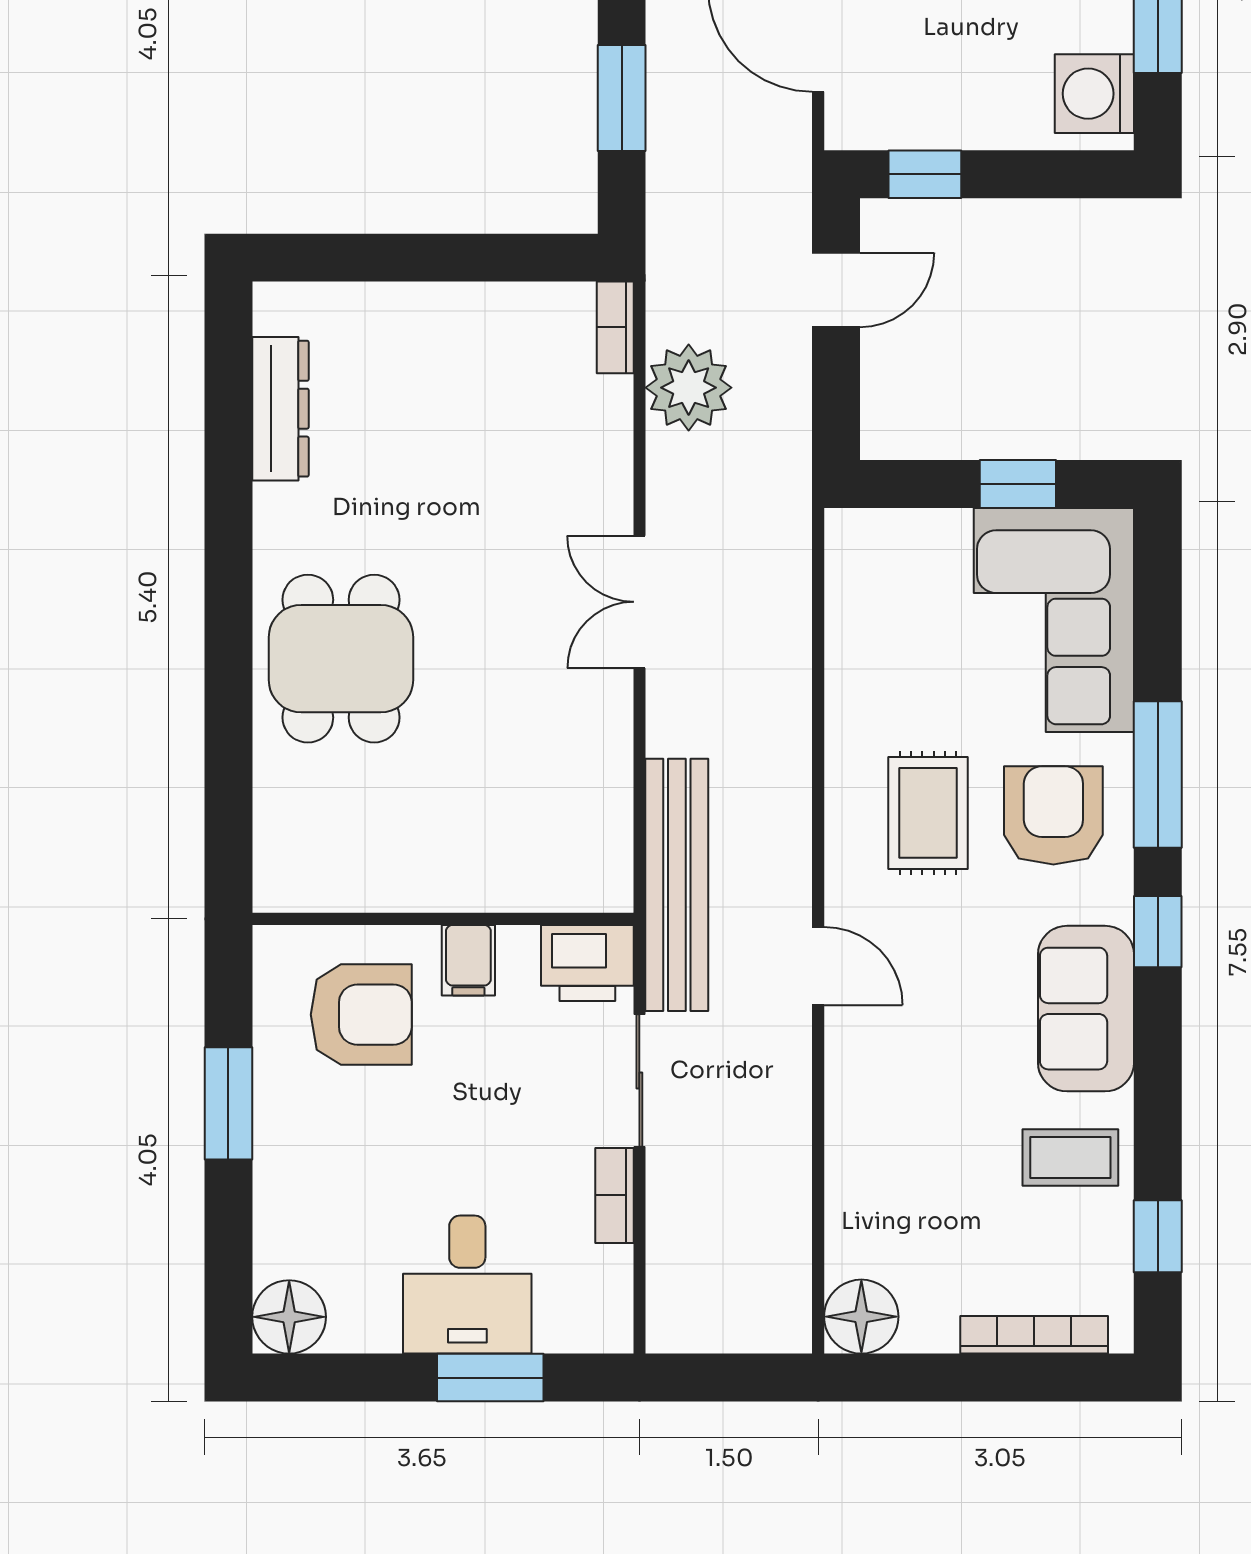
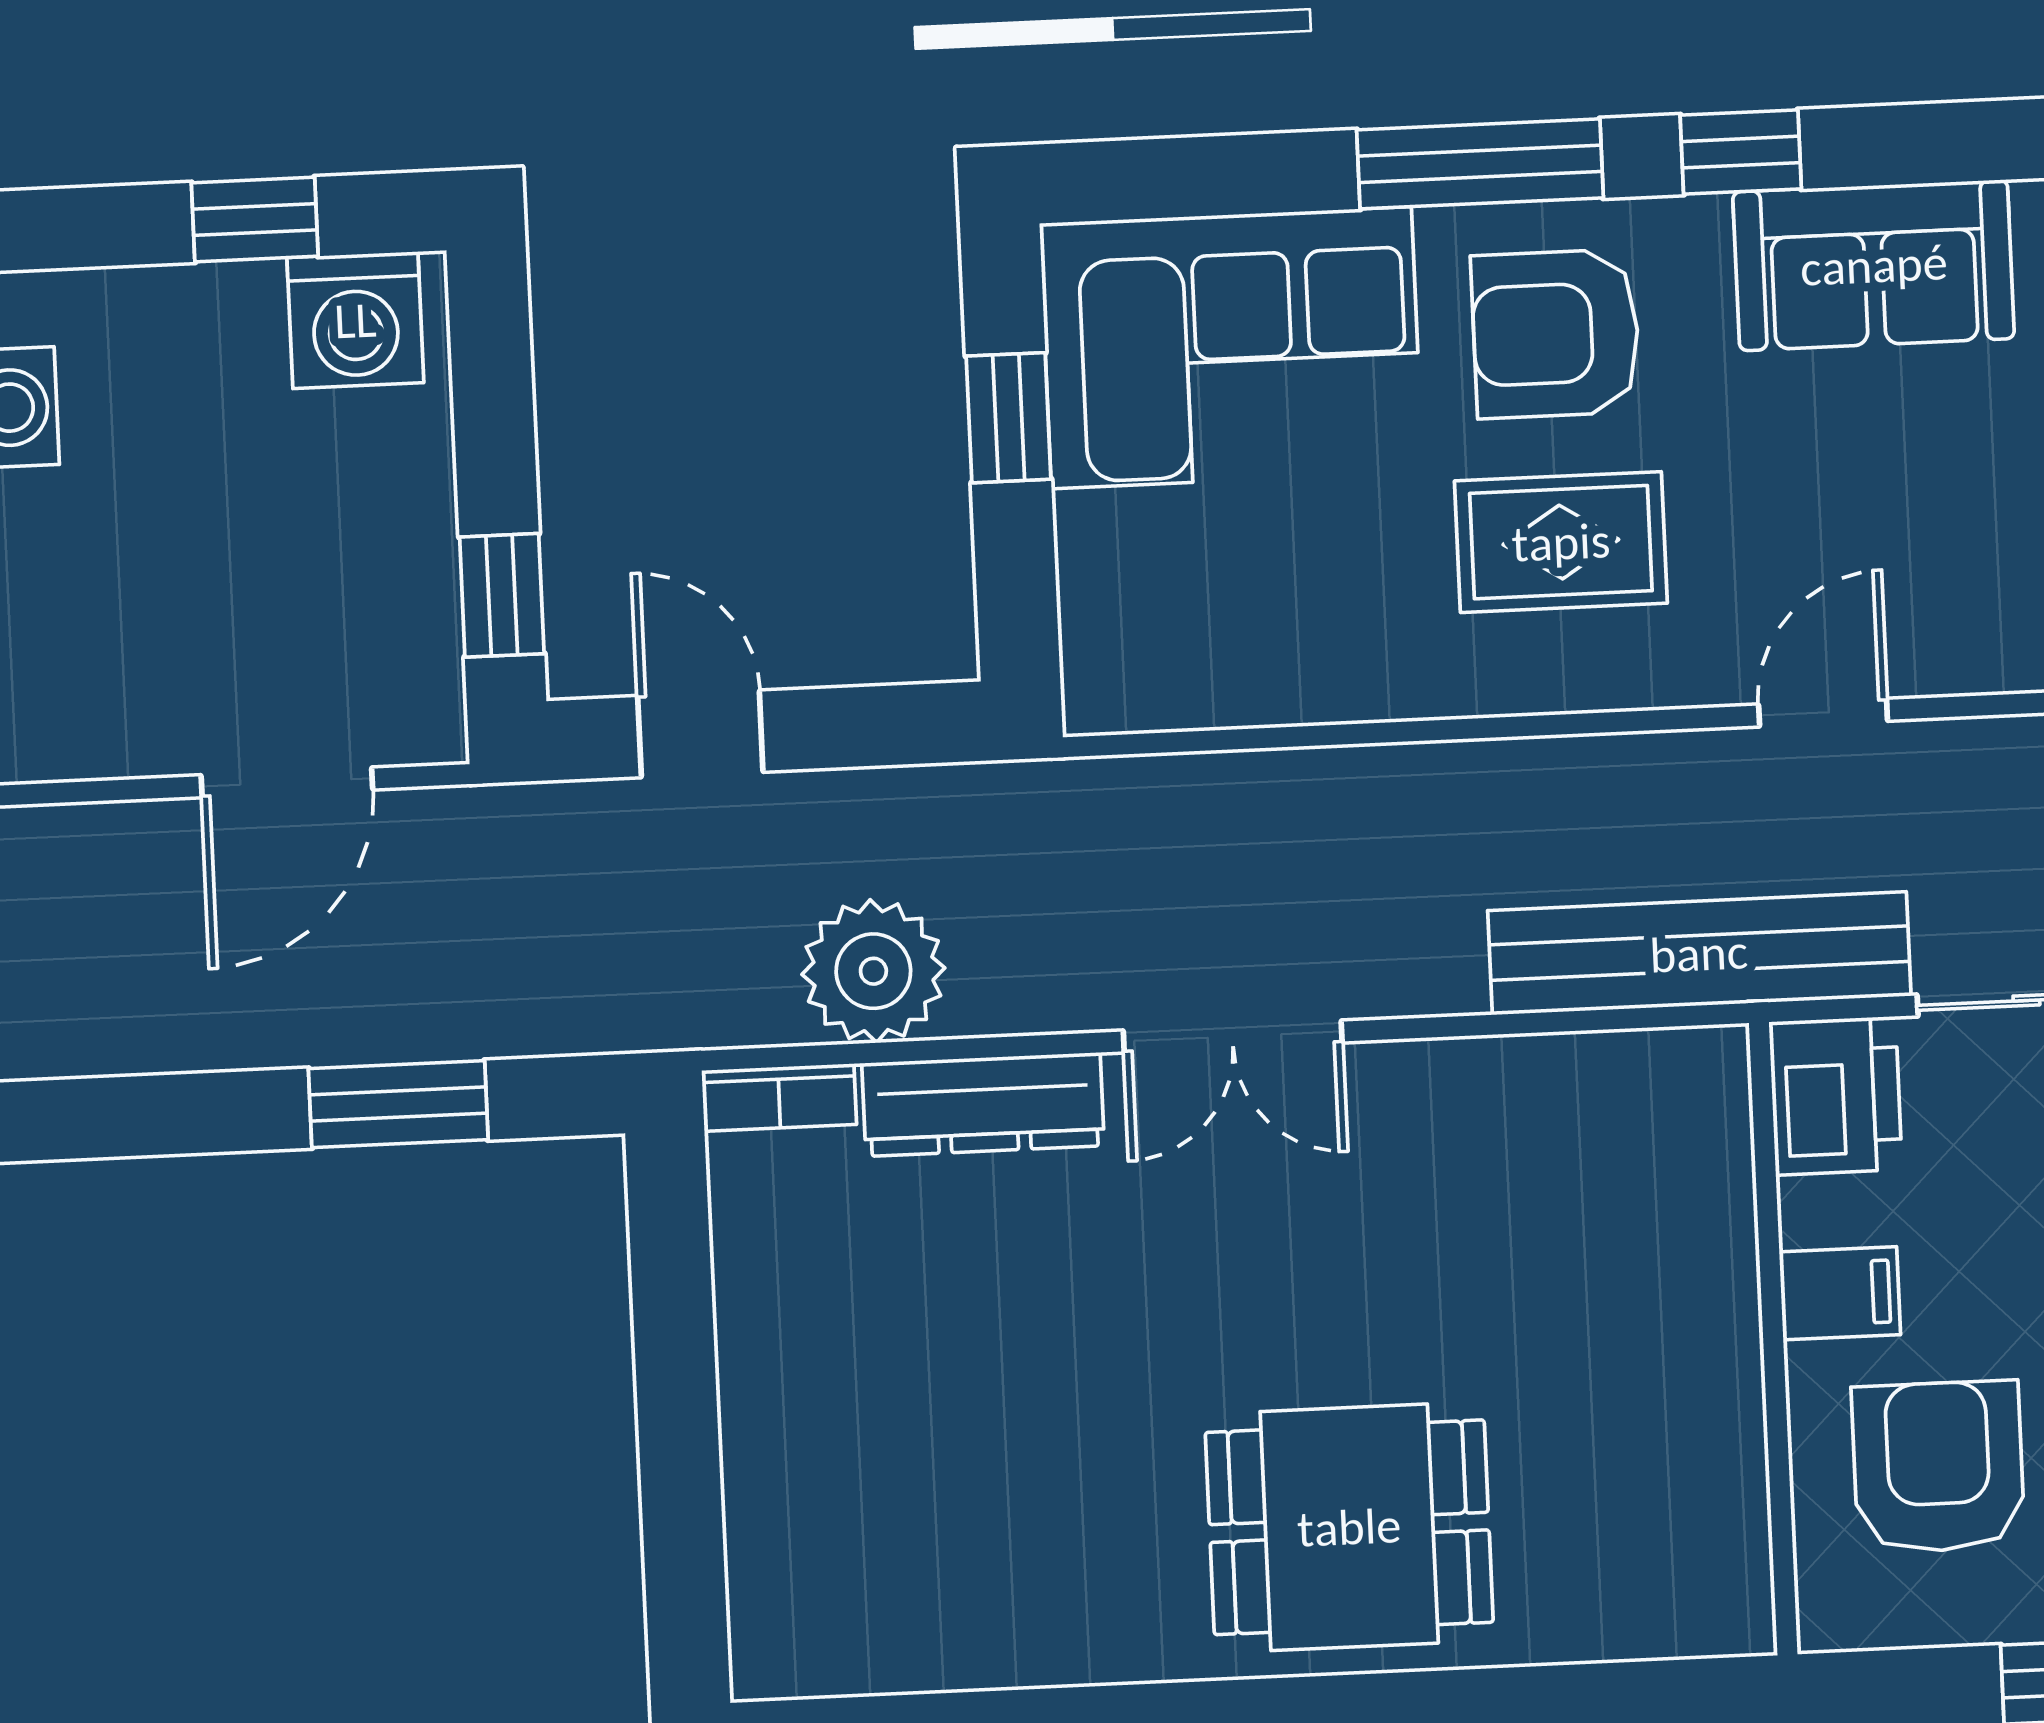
dresser: (280, 409) -> (983, 1104), moved, turned 180

